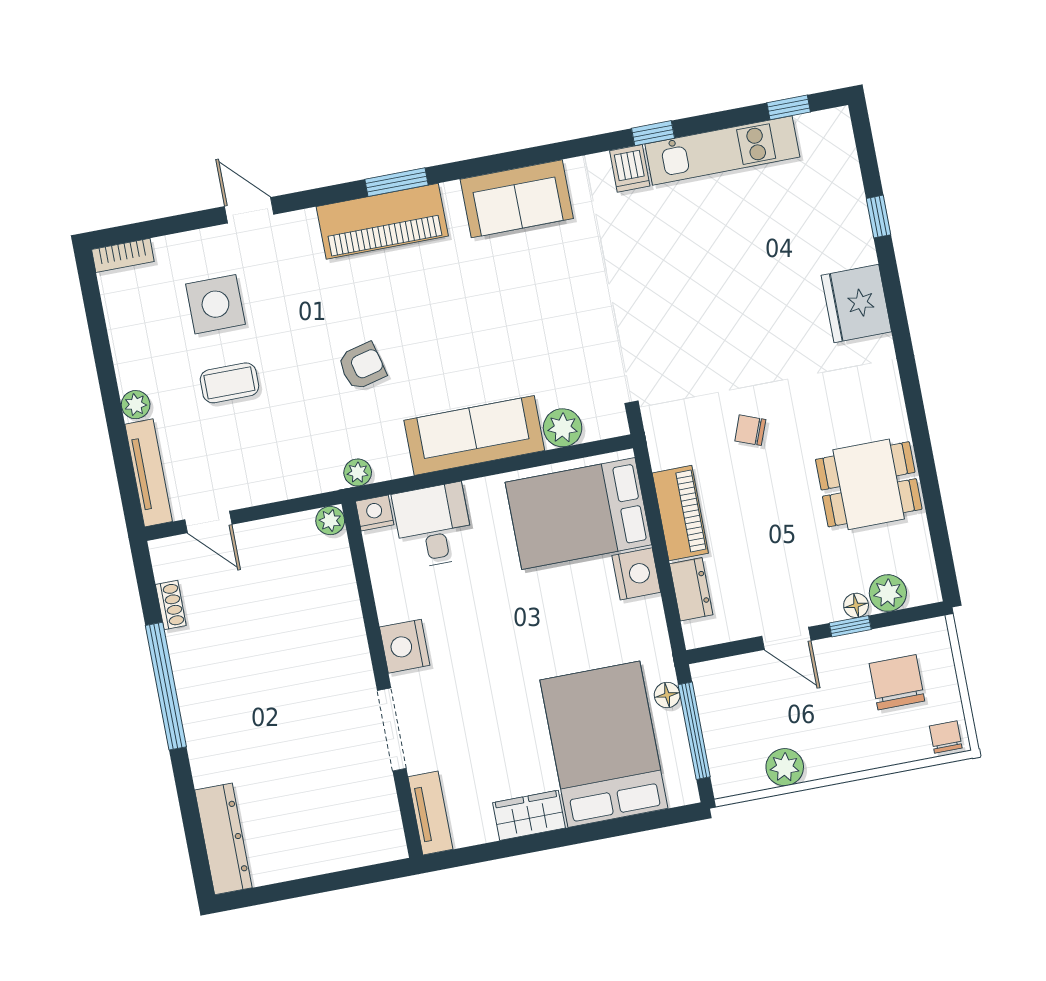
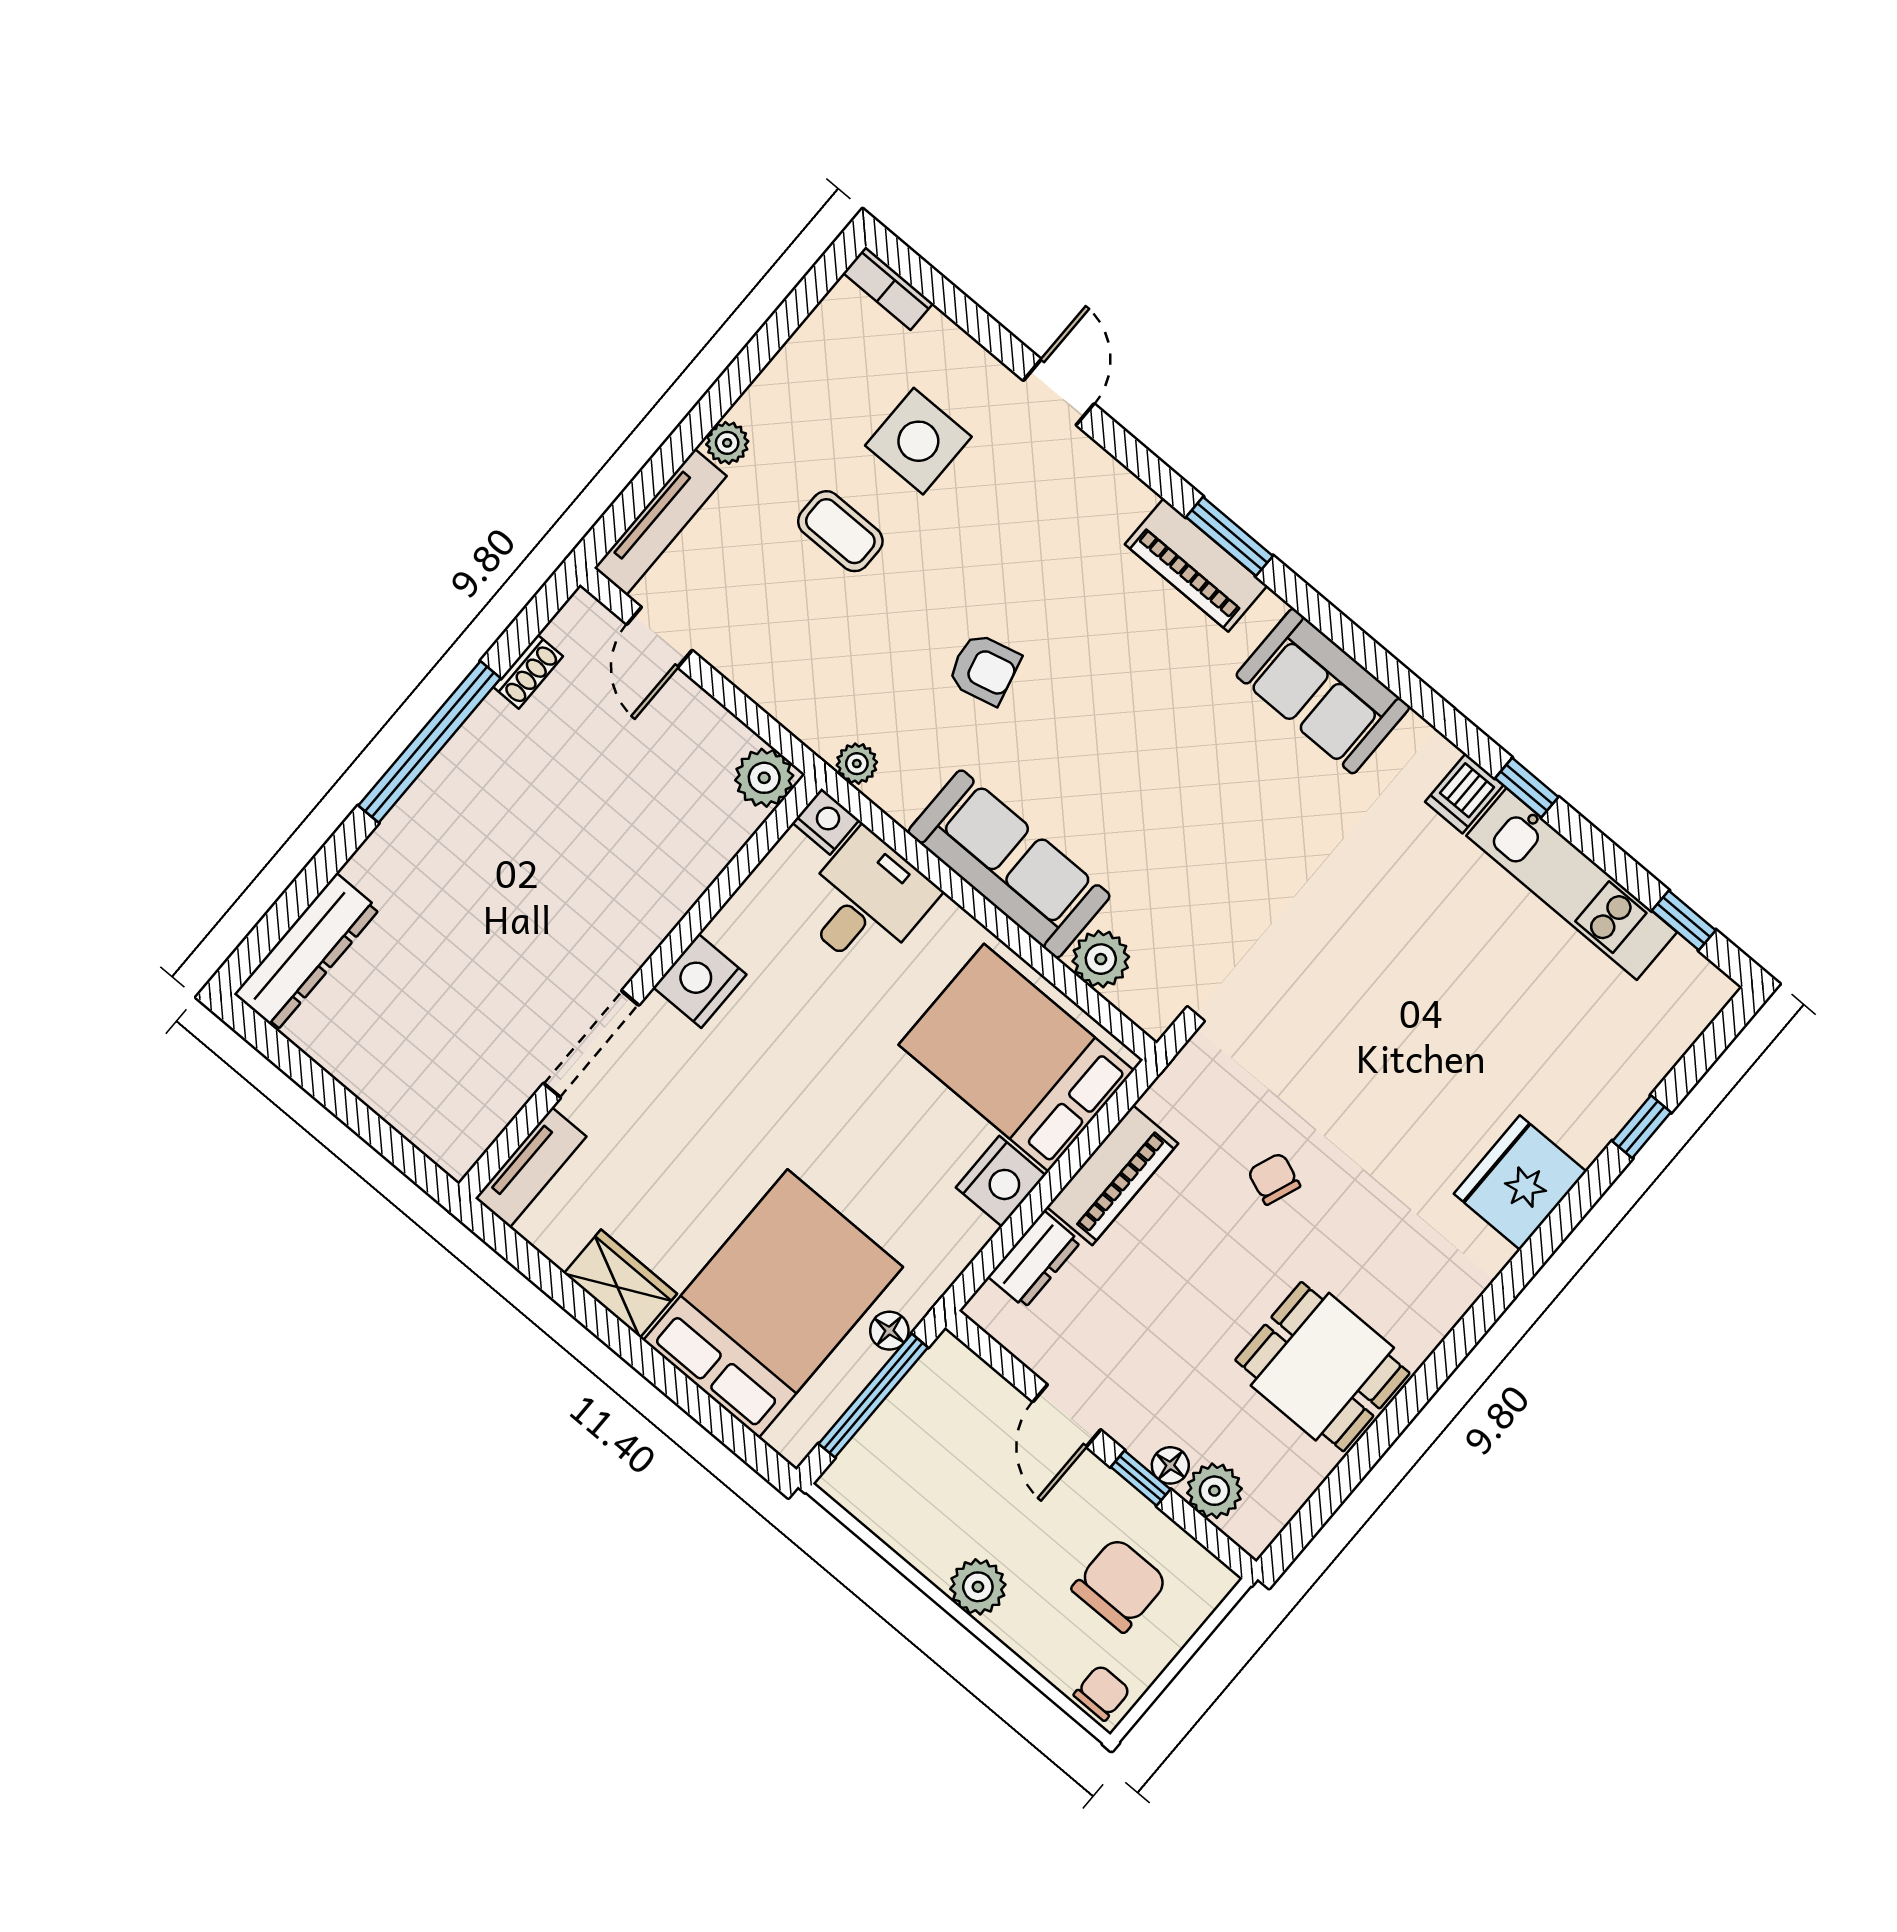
piano: (382, 221) -> (1196, 565), width x0.73, depth x0.75
plant: (330, 521) -> (764, 778), width x1.38, depth x1.38
plant: (785, 767) -> (978, 1587), moved

